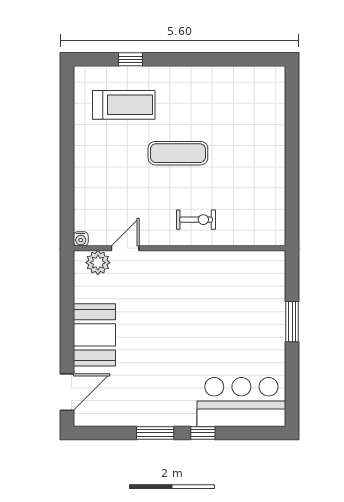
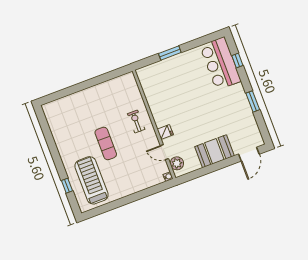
treadmill: (124, 105) -> (91, 180), width x1.37, depth x1.38
fridge: (159, 263) -> (165, 132), added
door: (67, 392) -> (249, 154), swing flipped
window: (203, 433) -> (237, 61), moved

